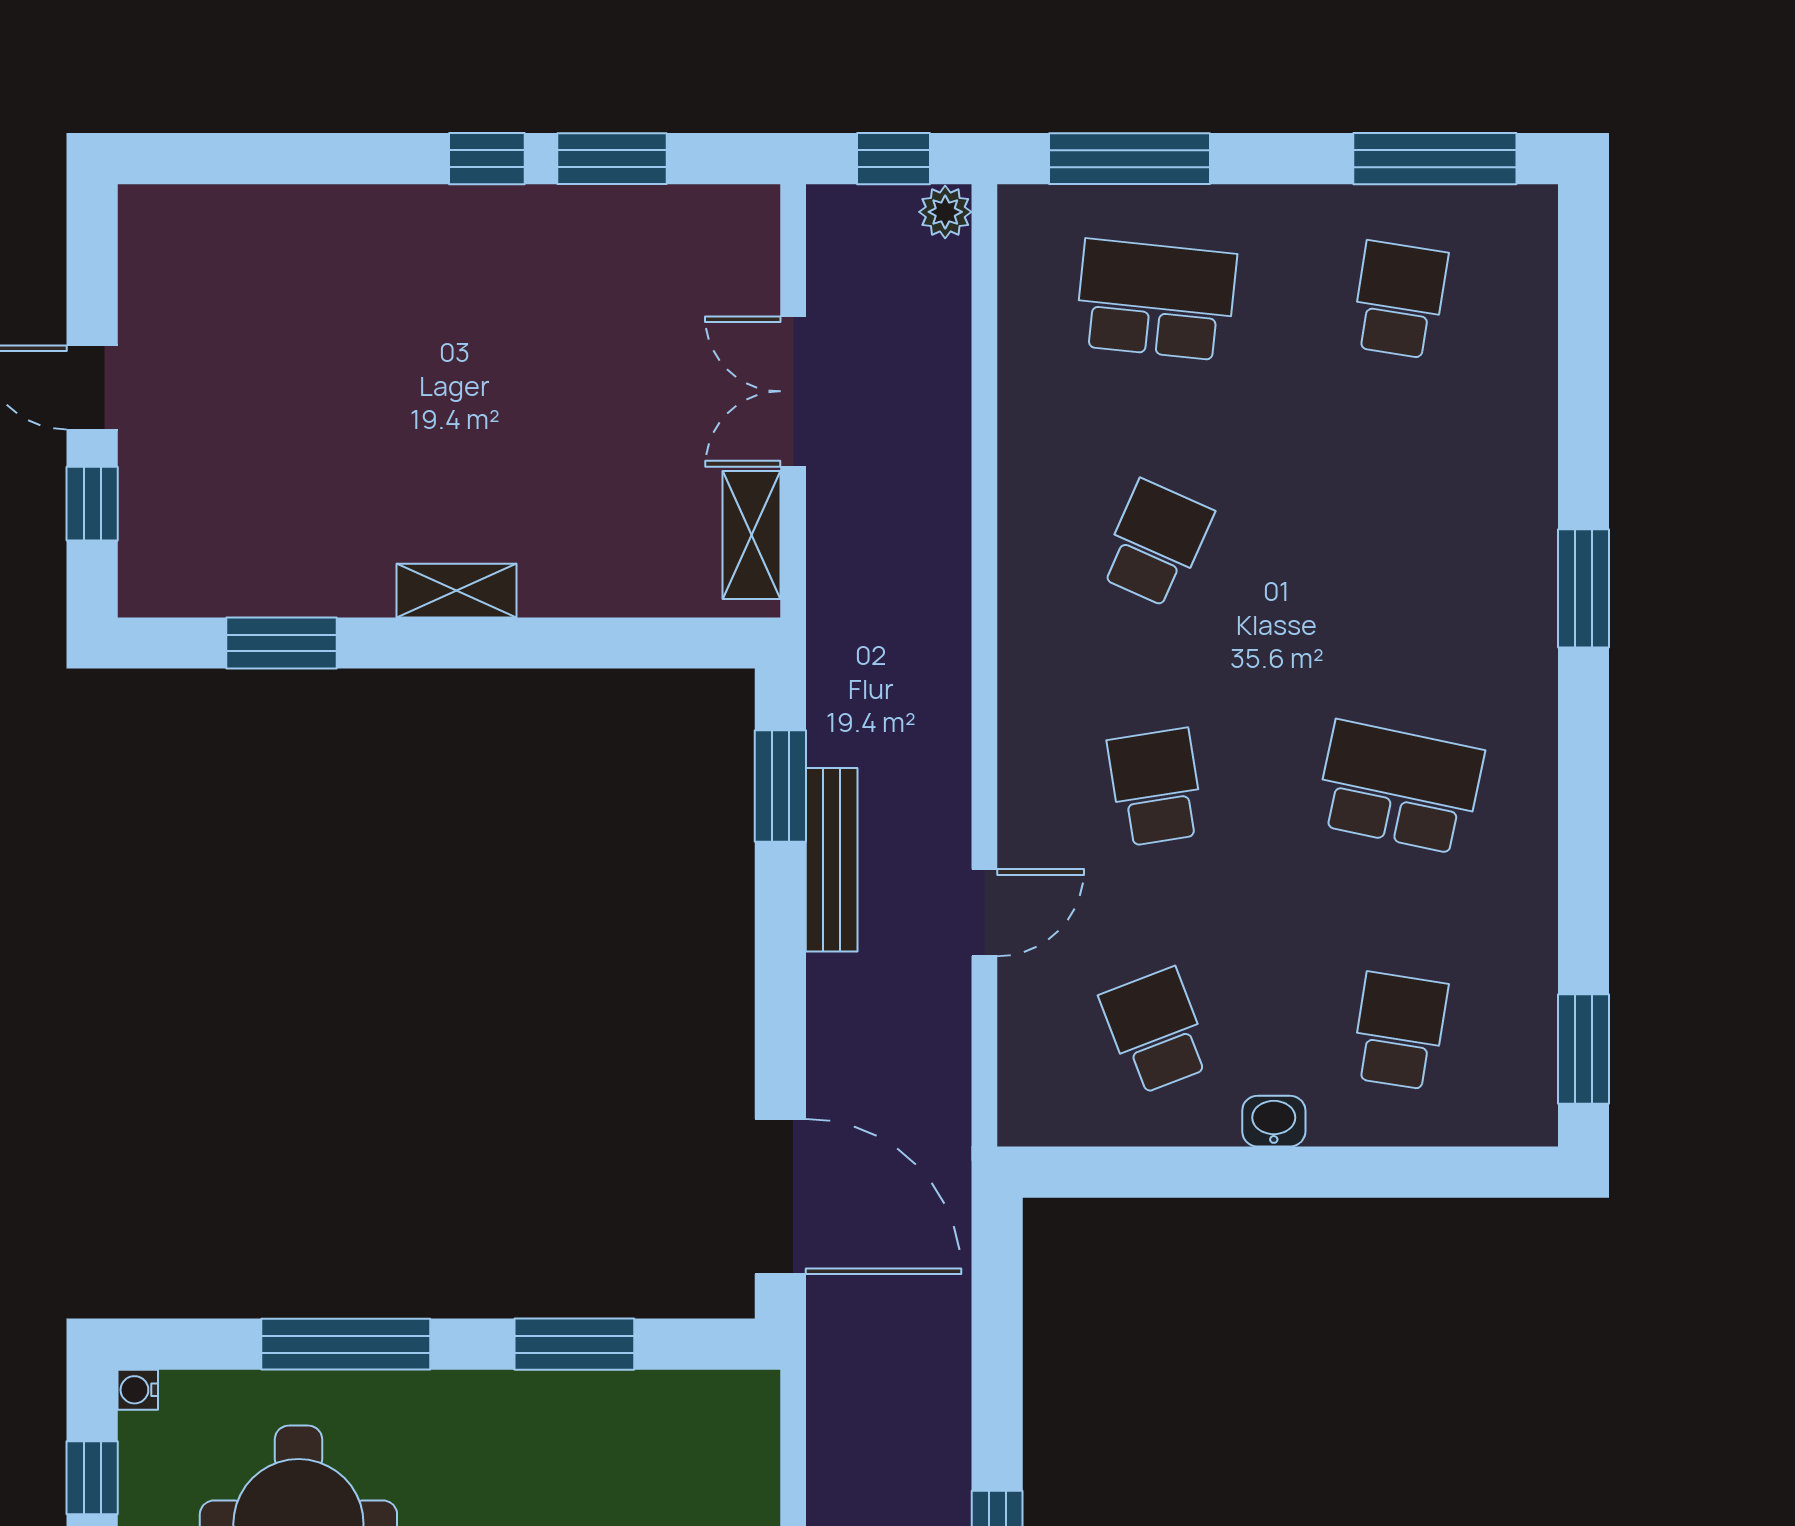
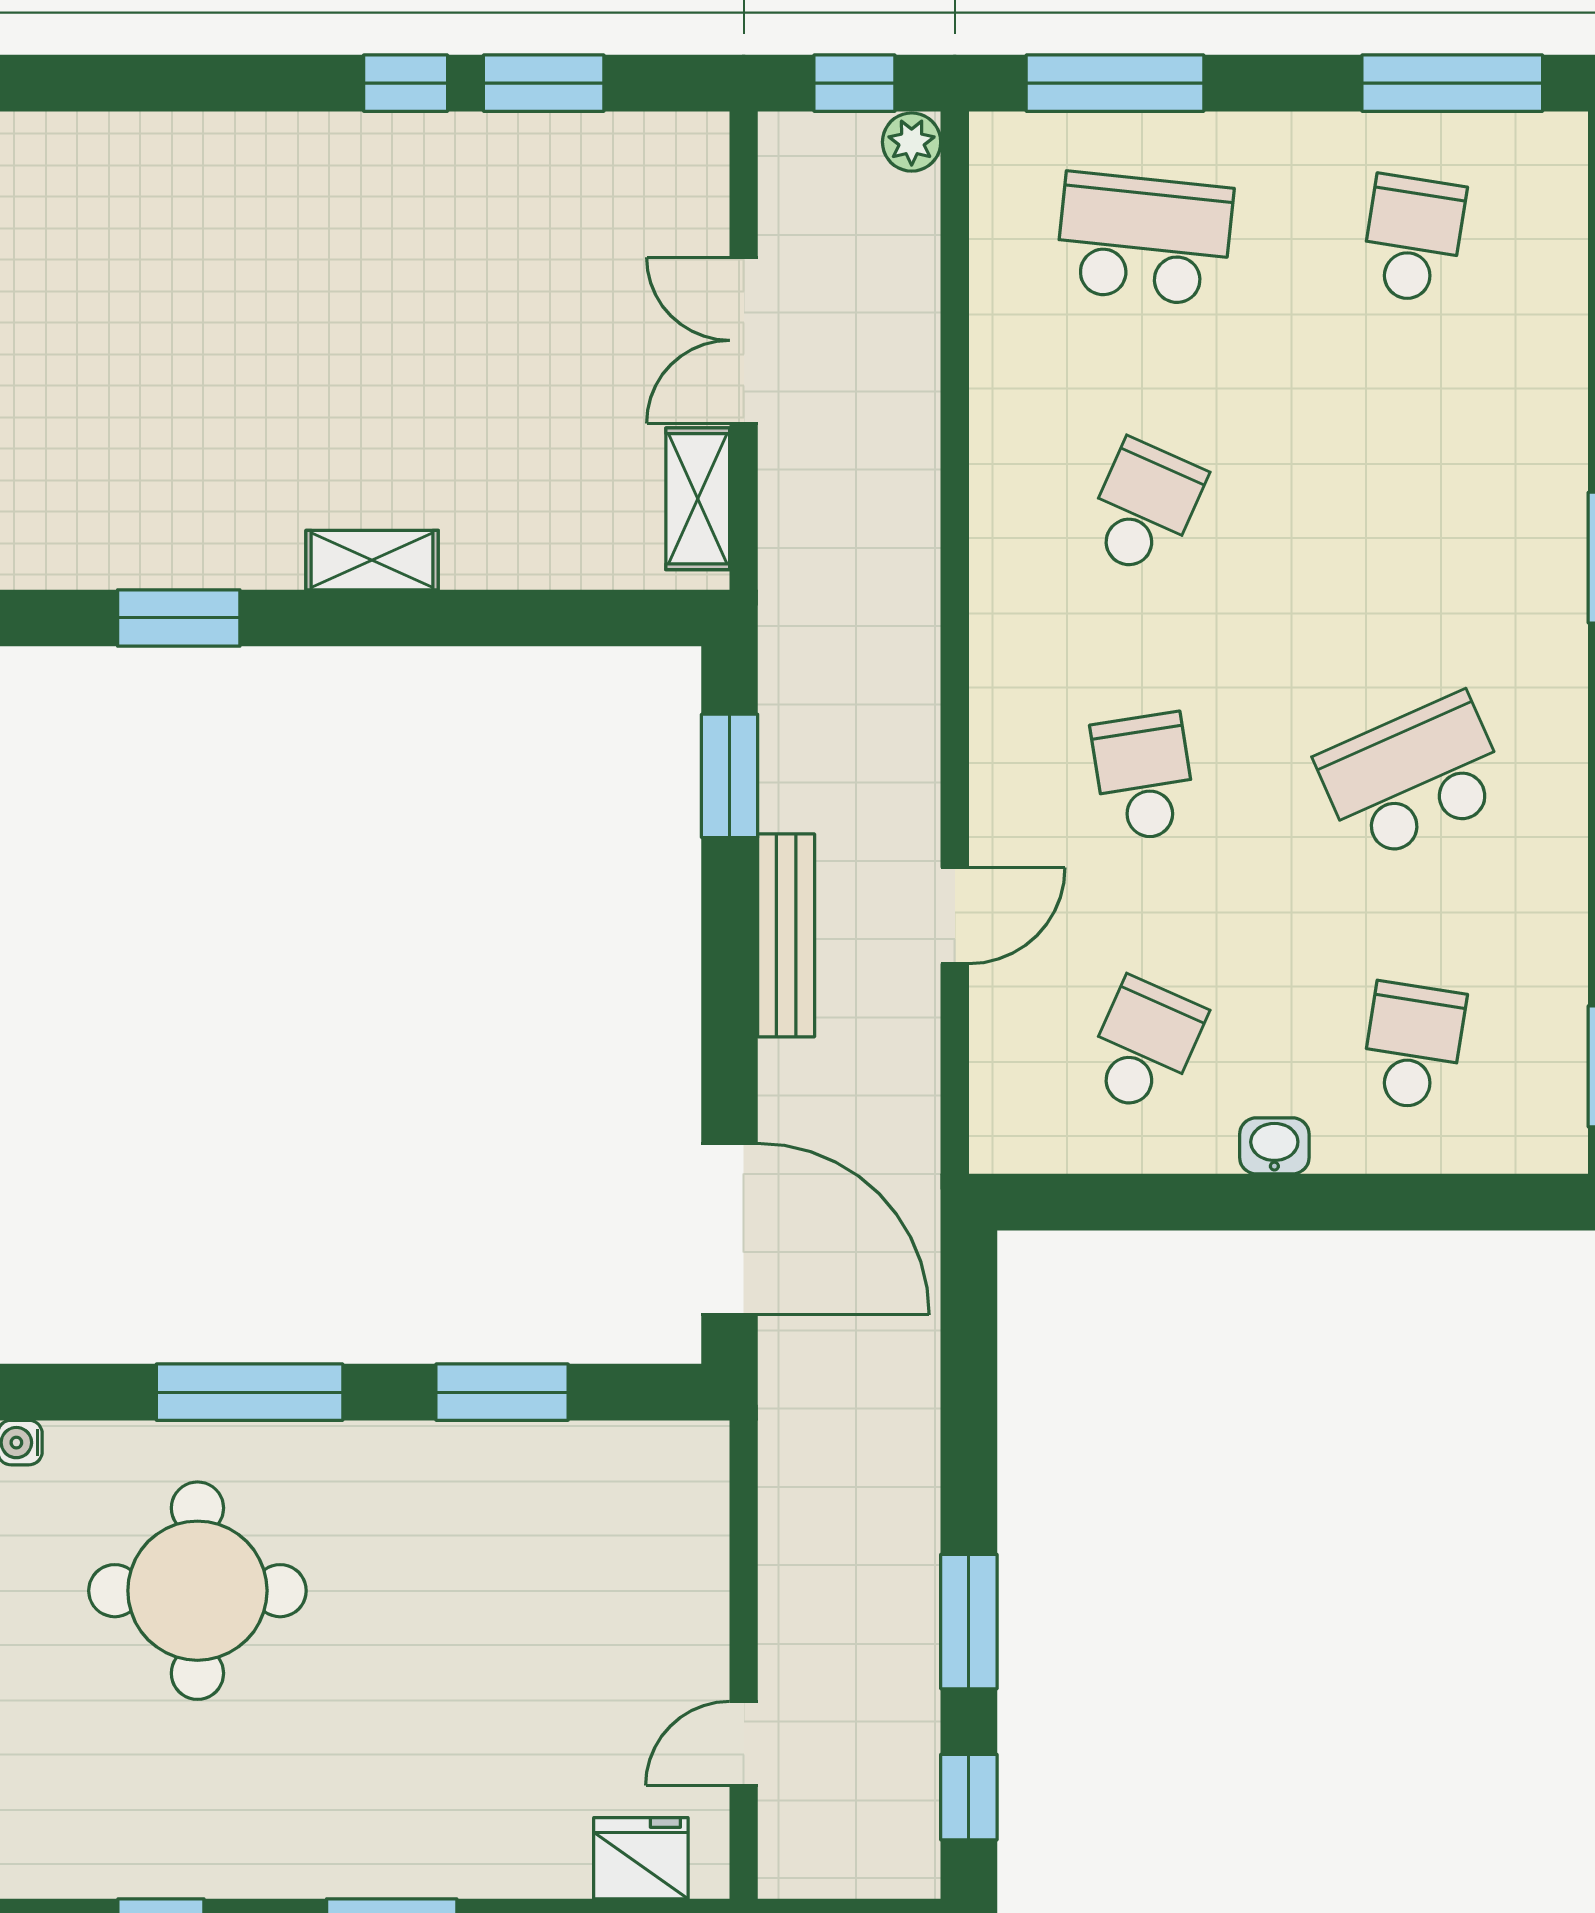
school desk: (1399, 787) -> (1413, 777), turned -36
bench: (832, 860) -> (786, 935), moved
school desk: (1156, 1031) -> (1144, 1046), turned 45

